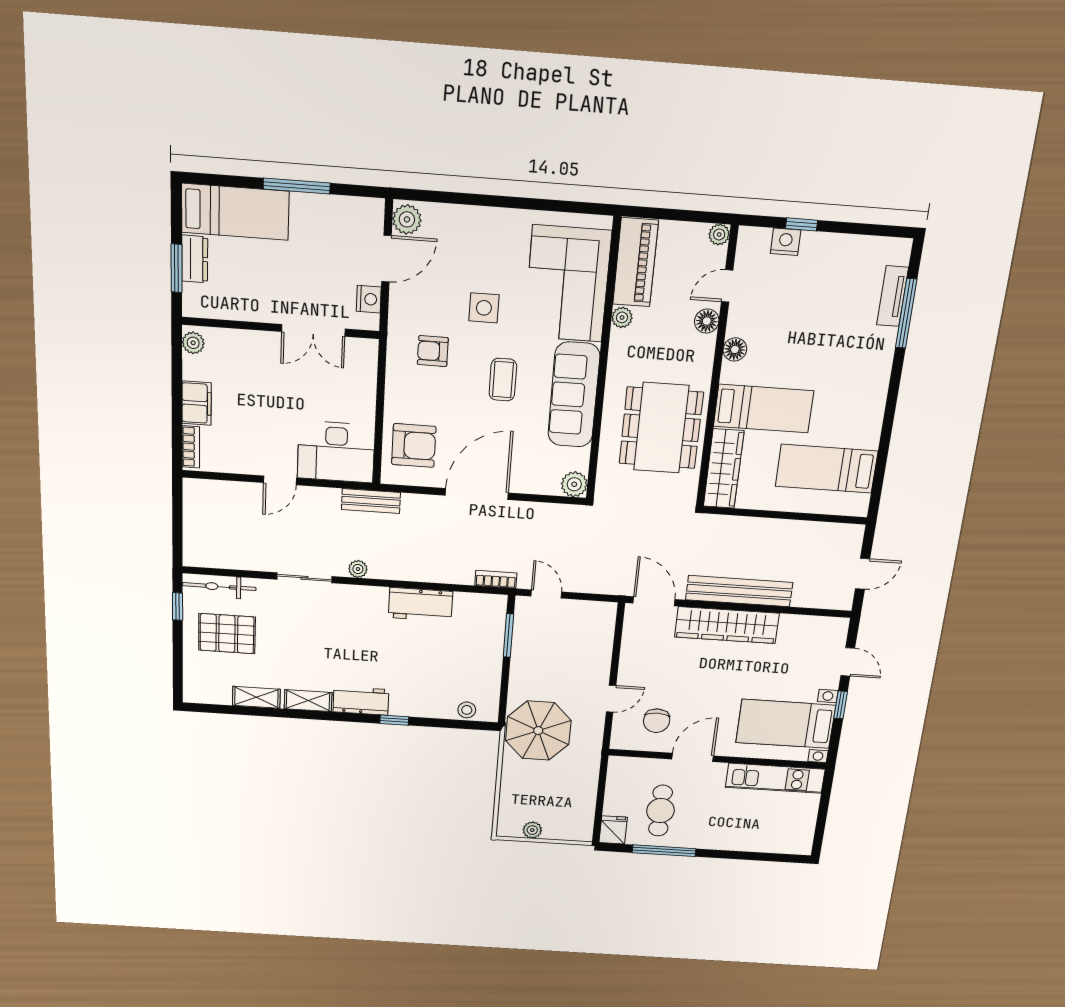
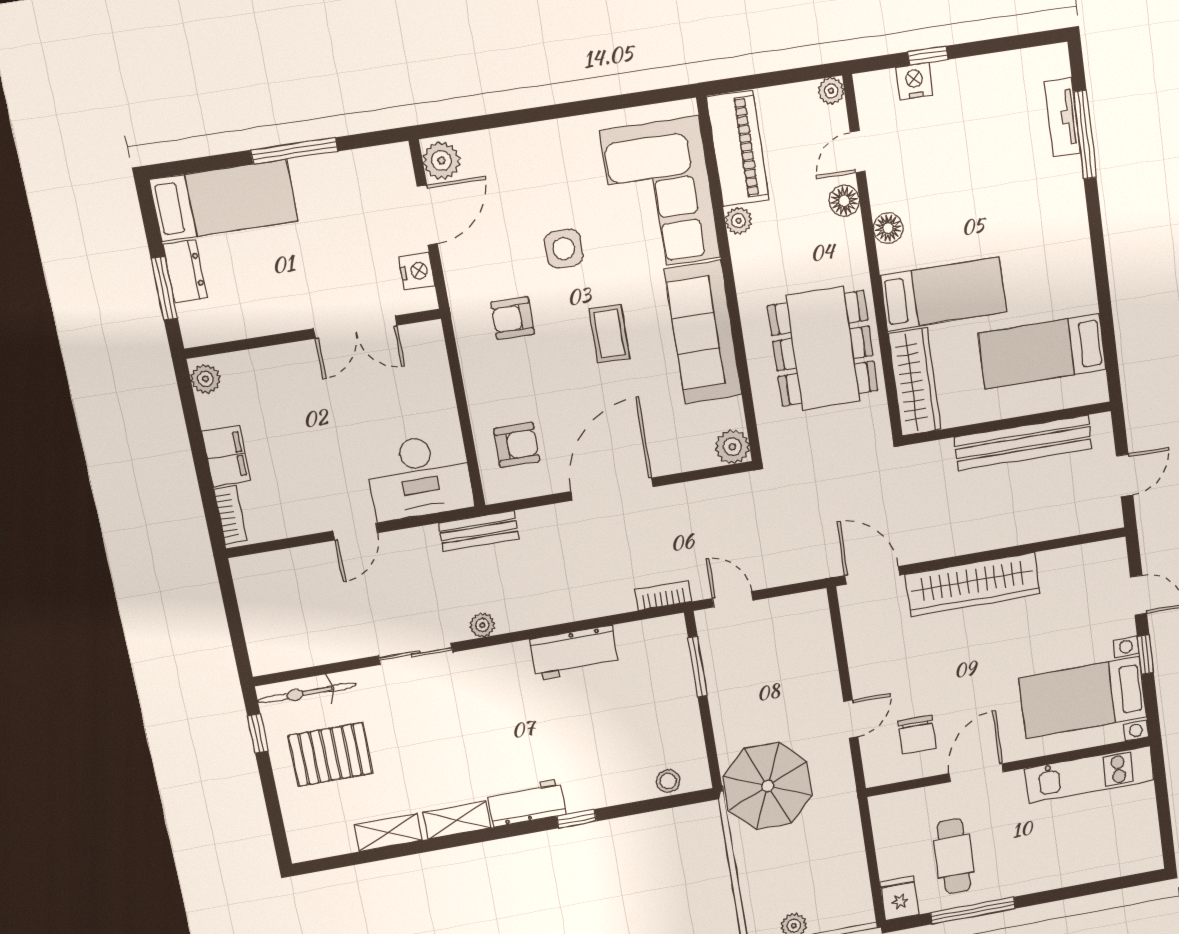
armchair: (414, 445) -> (517, 445), width x0.72, depth x0.72
bench: (739, 591) -> (1023, 443), moved

